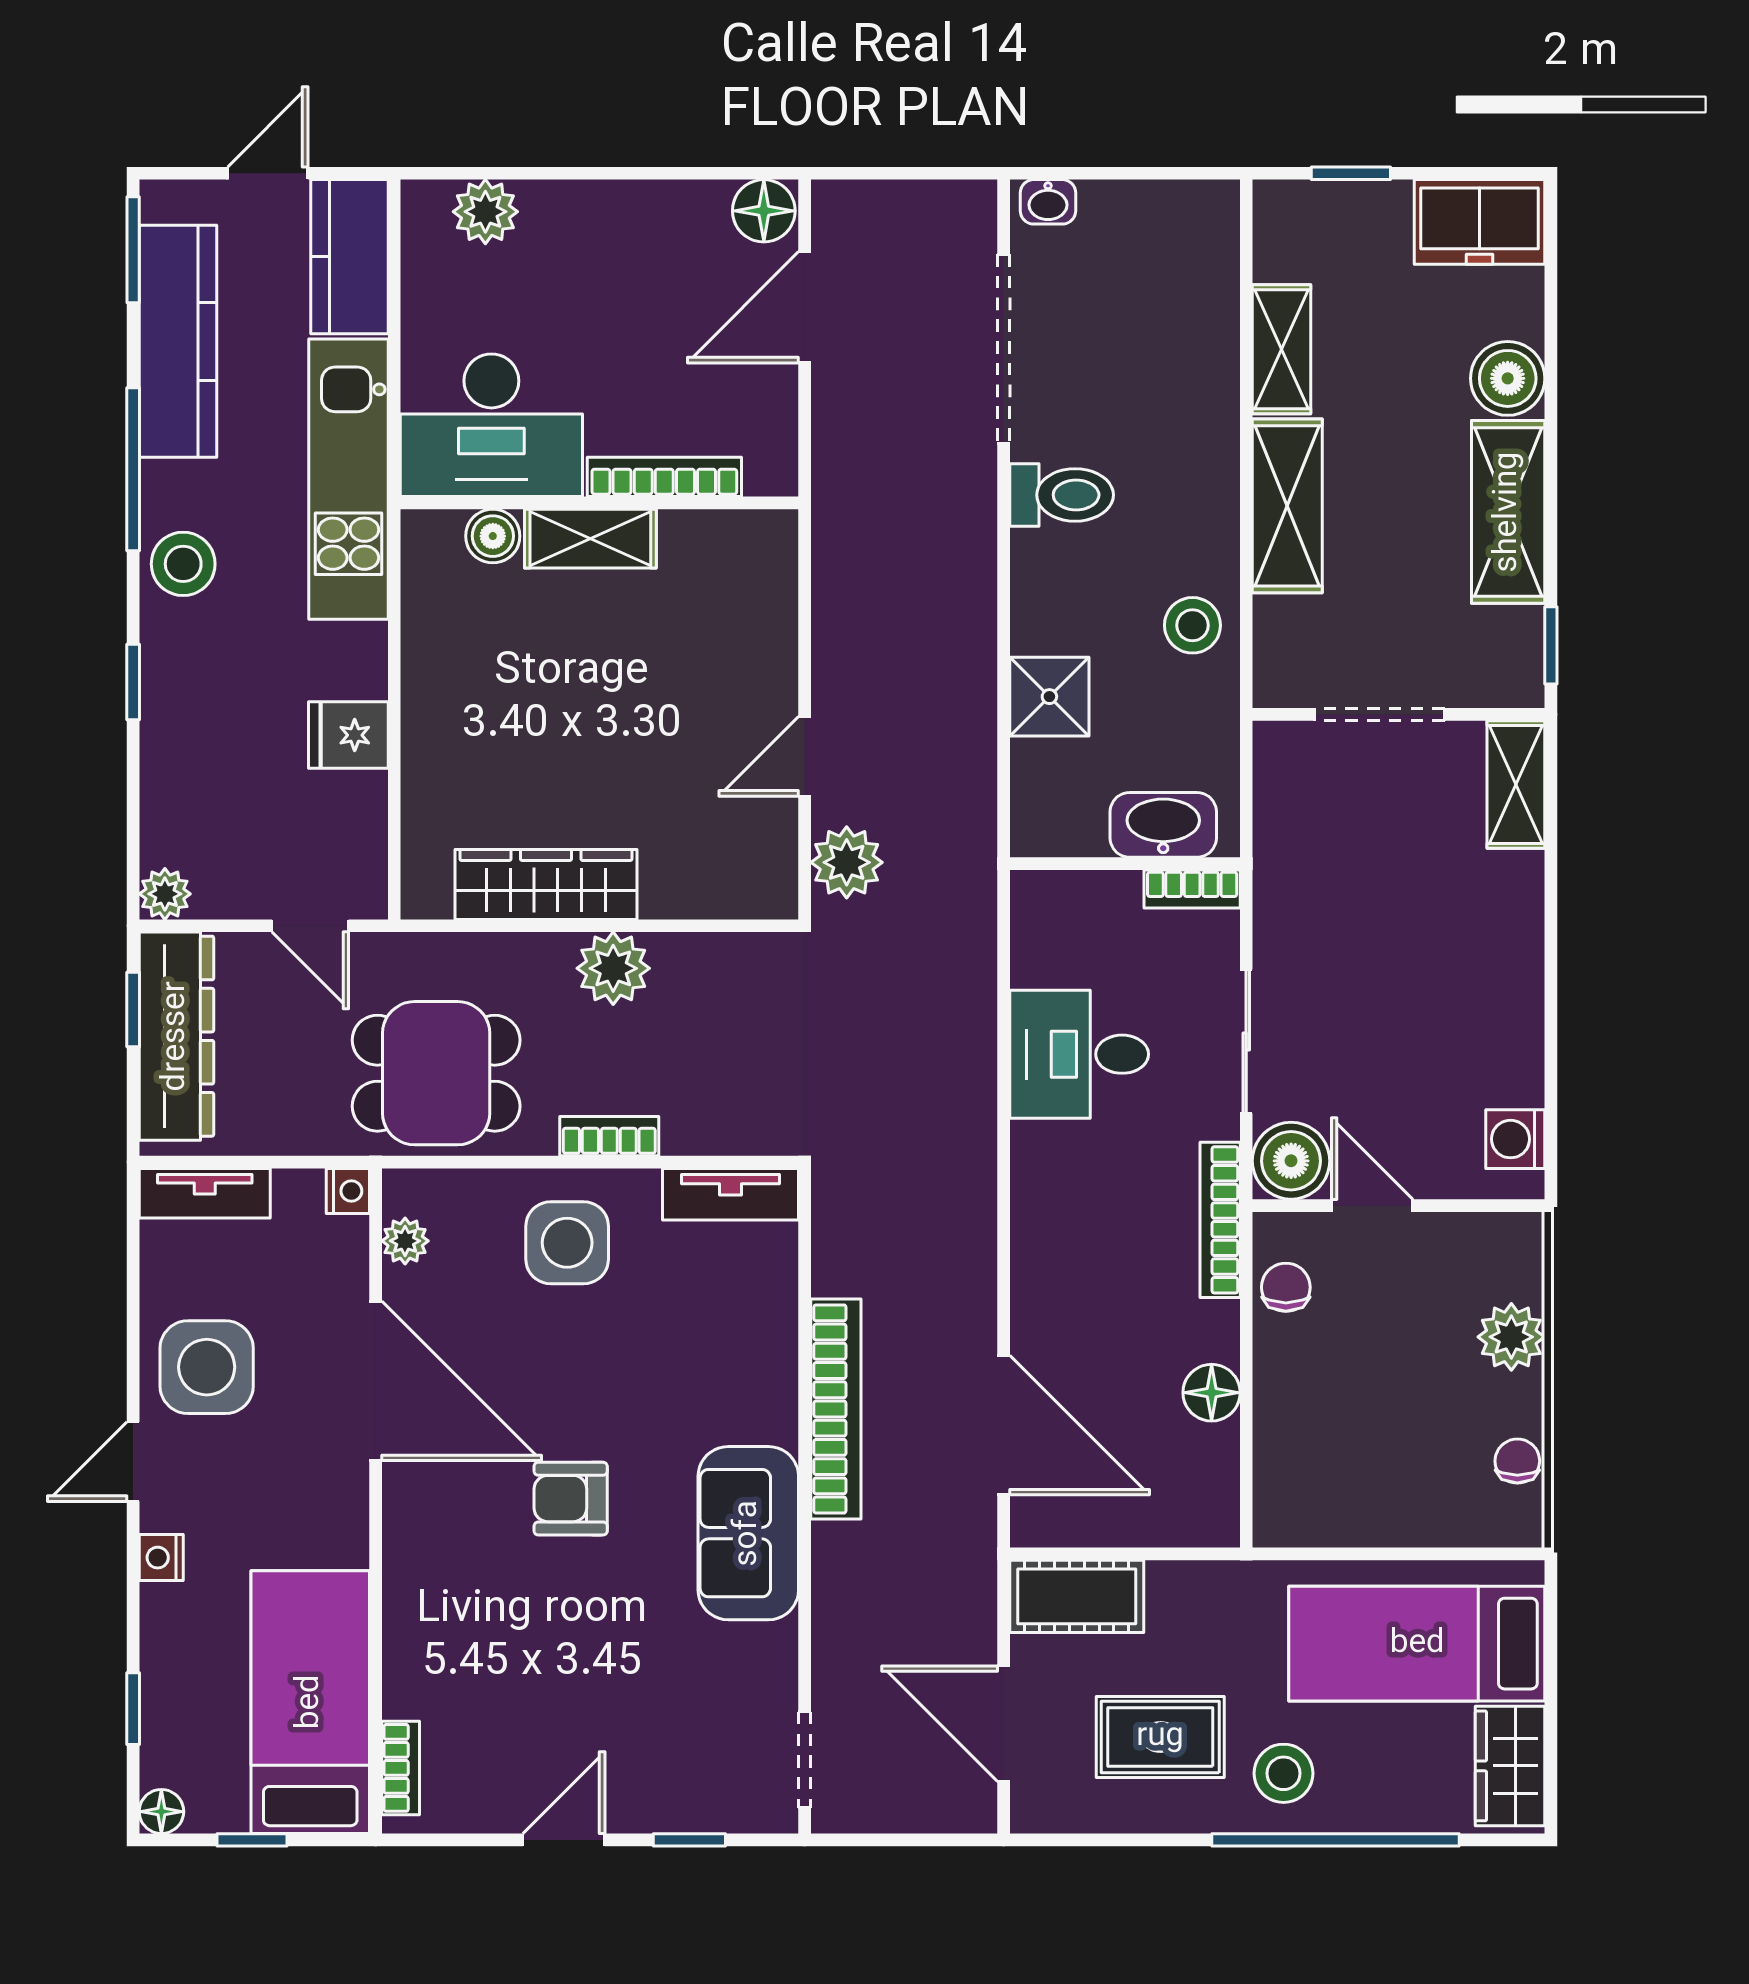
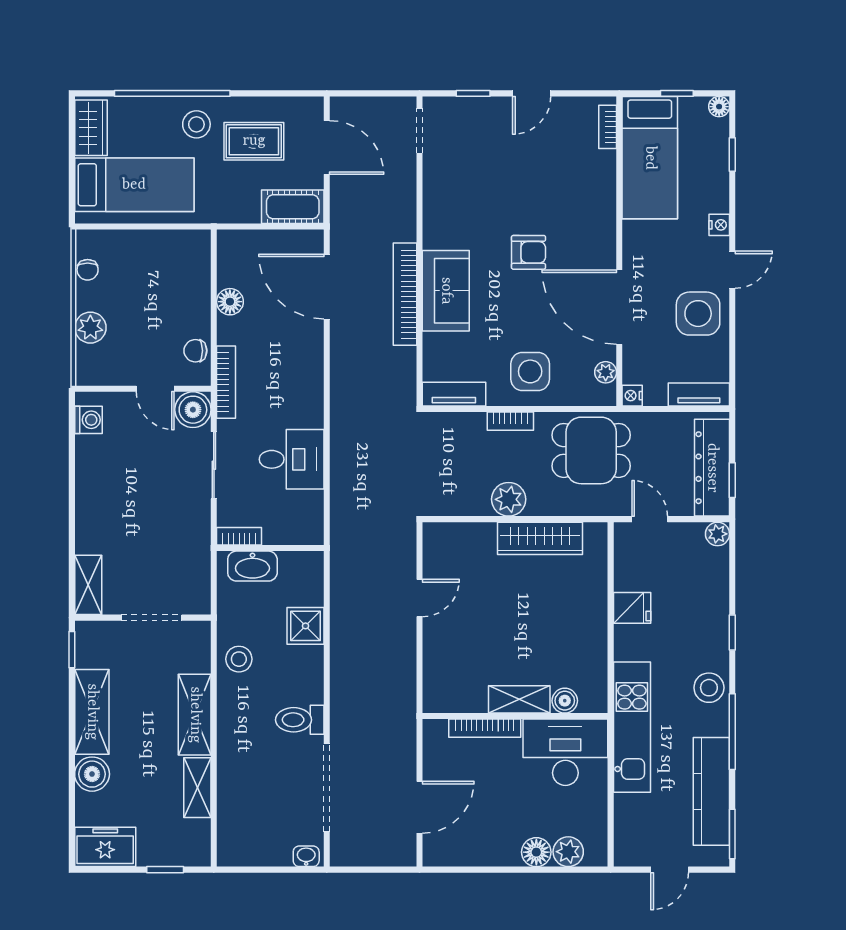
floor lamp: (764, 211) -> (536, 852), moved
kitchen counter: (349, 257) -> (632, 831), removed
plant: (847, 862) -> (400, 549), removed
chair: (1286, 1287) -> (195, 351), turned 90
sofa: (748, 1533) -> (446, 291), moved

